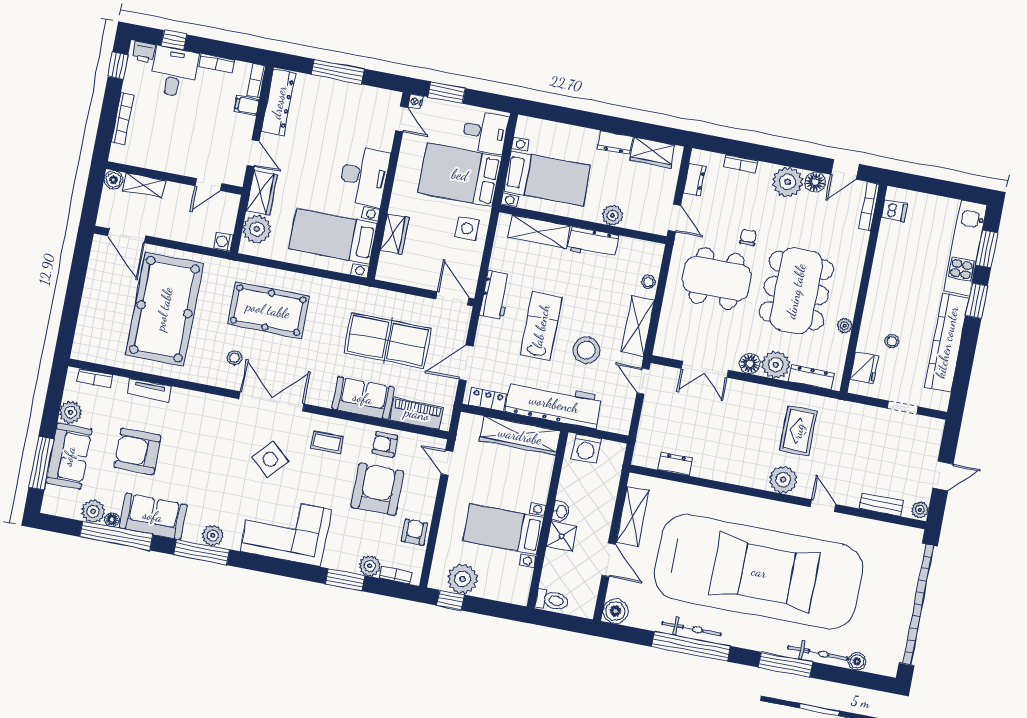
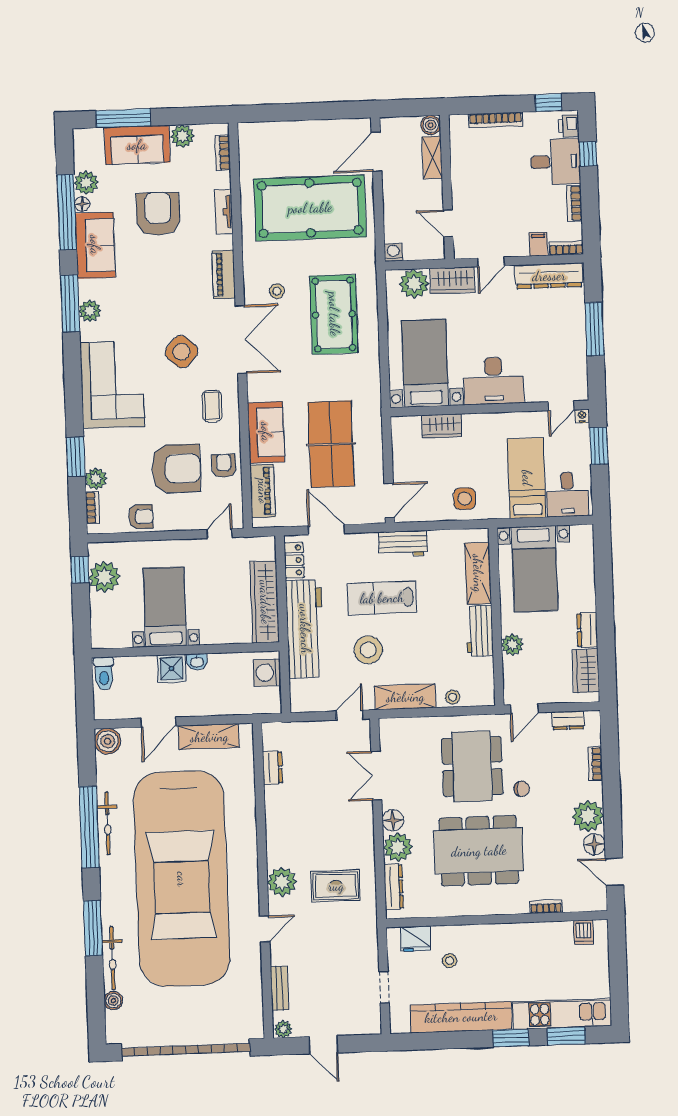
bed: (460, 175) -> (527, 478), width x0.67
bookcase: (869, 206) -> (546, 907), moved, width x0.64
lab bench: (541, 326) -> (382, 598), turned 180
plant: (845, 326) -> (454, 909), removed
piano: (208, 404) -> (224, 274), added

